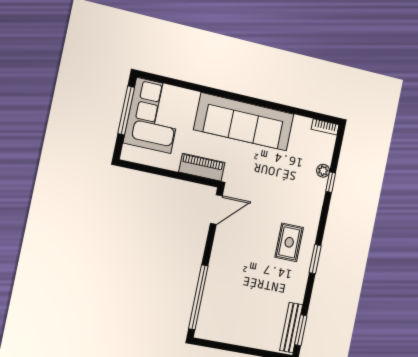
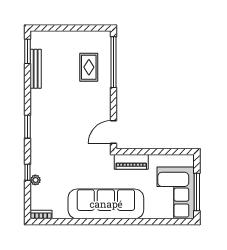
rug: (289, 242) -> (89, 67), moved
window: (315, 259) -> (27, 127), moved
bench: (291, 328) -> (36, 69), moved

